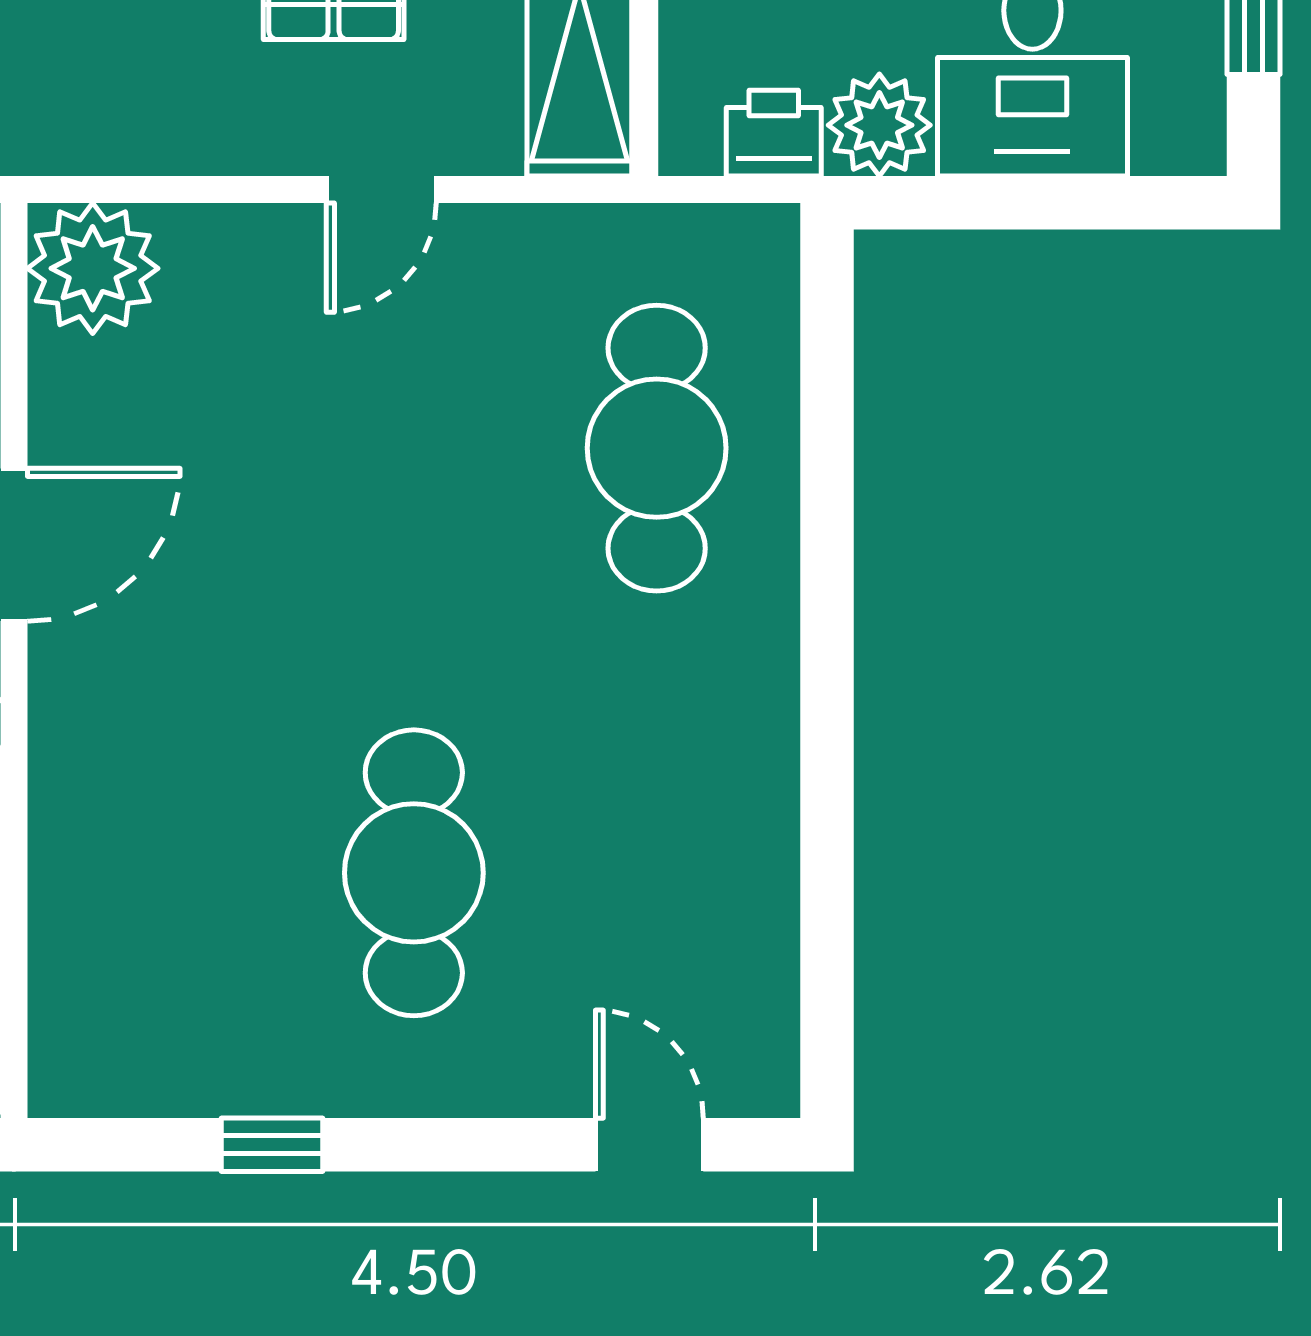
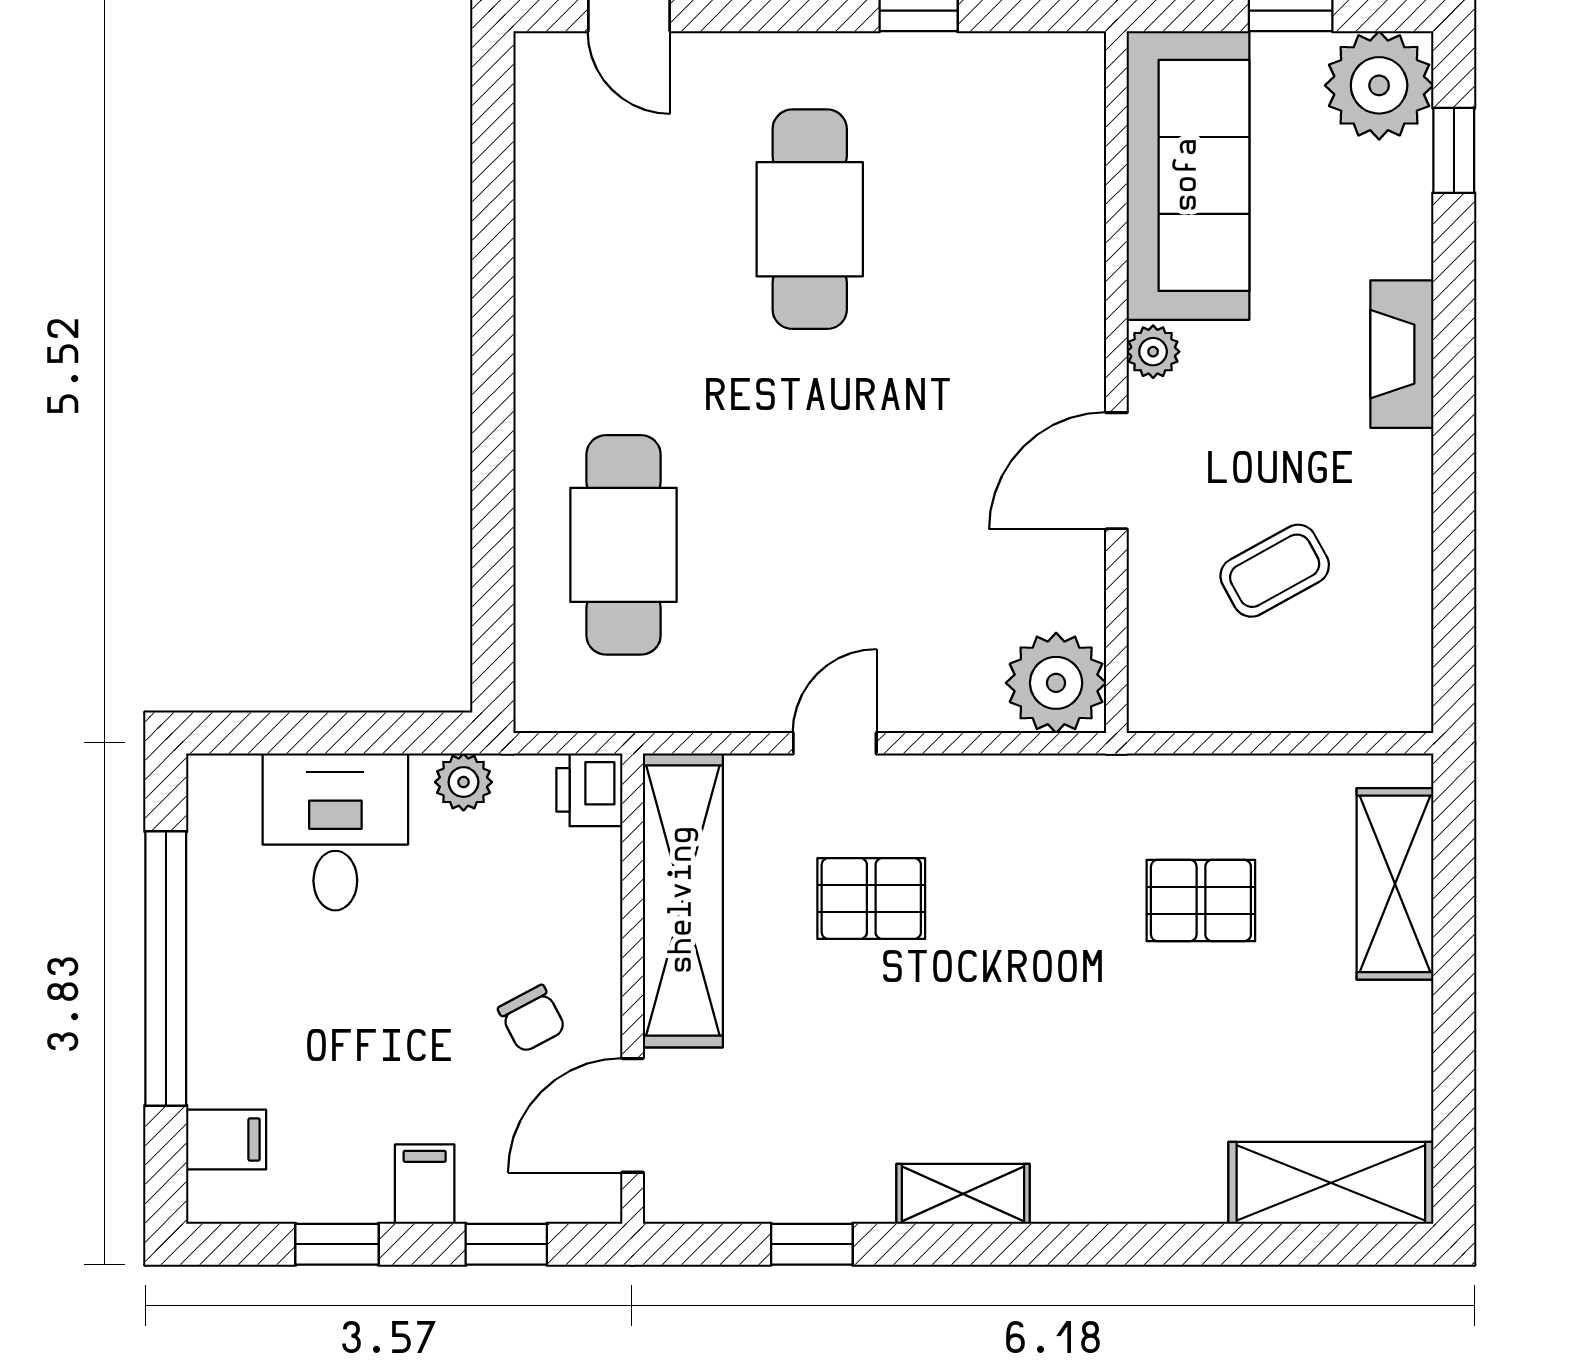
plant: (879, 125) -> (463, 782), width x0.73, depth x0.73
printer: (774, 133) -> (589, 790), moved, turned 90

